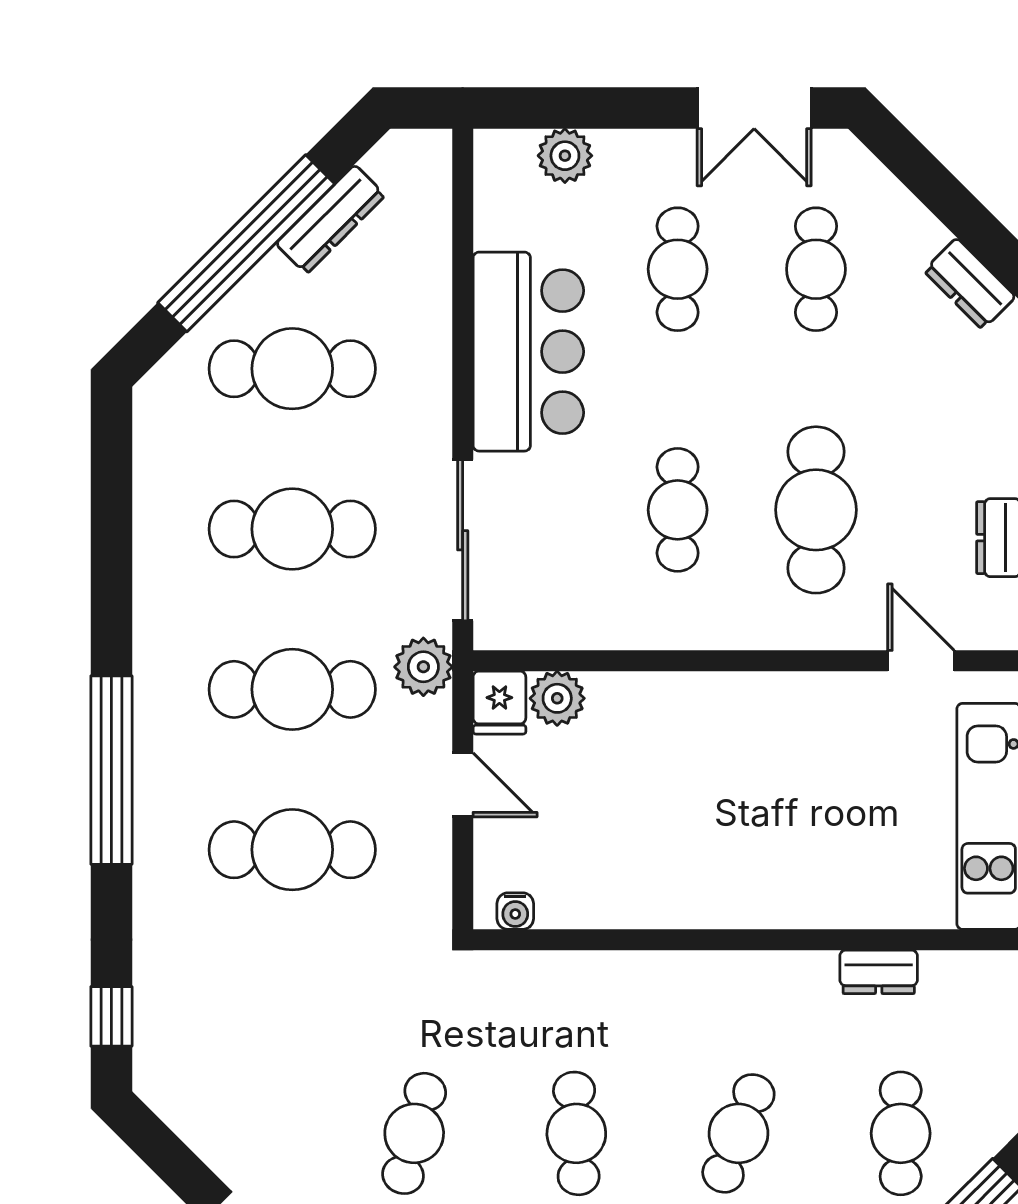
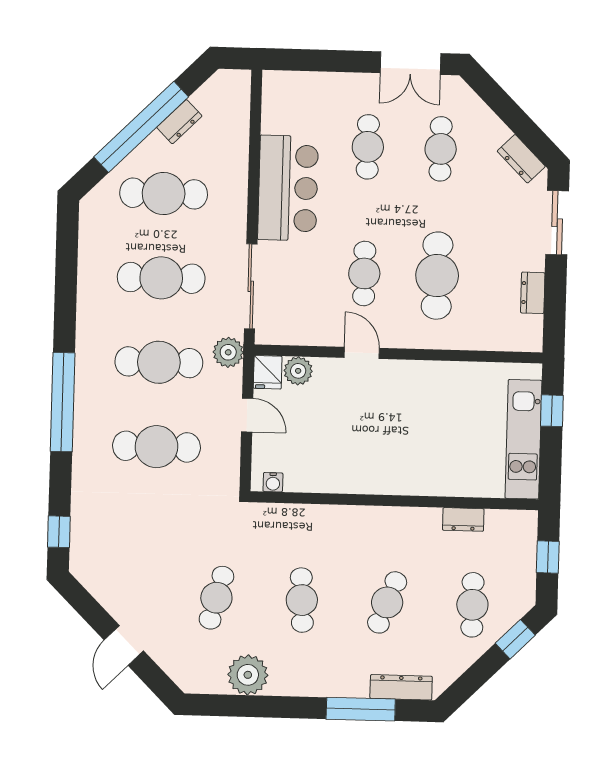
plant: (565, 156) -> (310, 85), removed
dresser: (330, 219) -> (179, 122), width x0.70
door: (921, 661) -> (362, 353), moved

